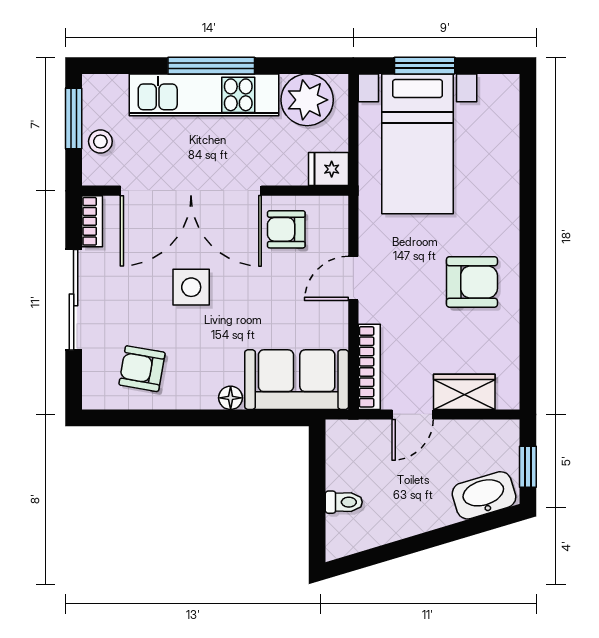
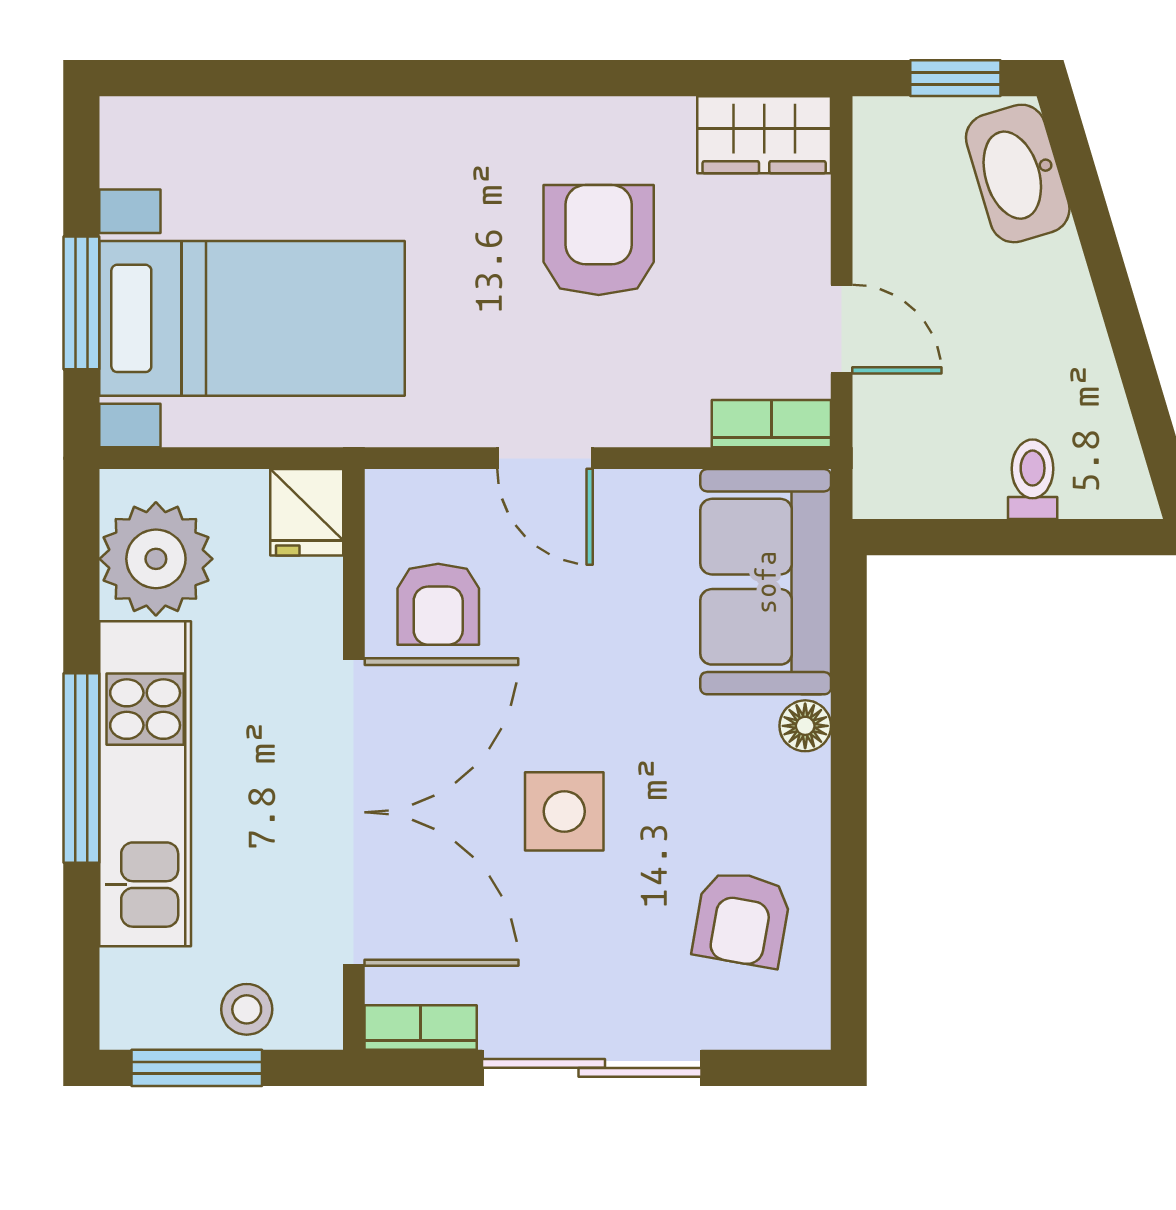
armchair: (472, 282) -> (599, 240), moved
bookcase: (369, 367) -> (771, 424), width x0.64
wardrobe: (464, 392) -> (764, 135), moved, turned -90

